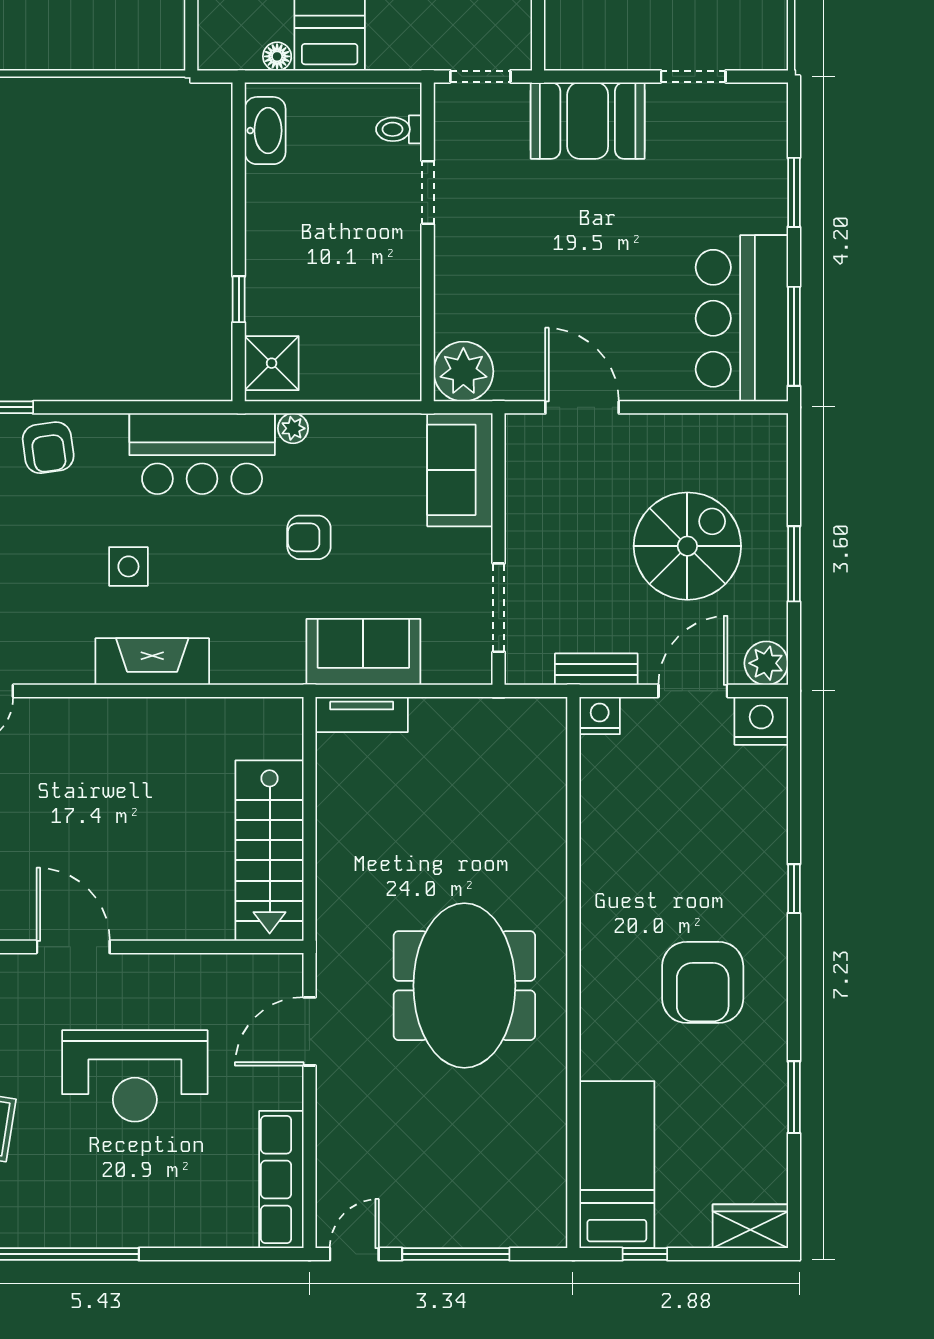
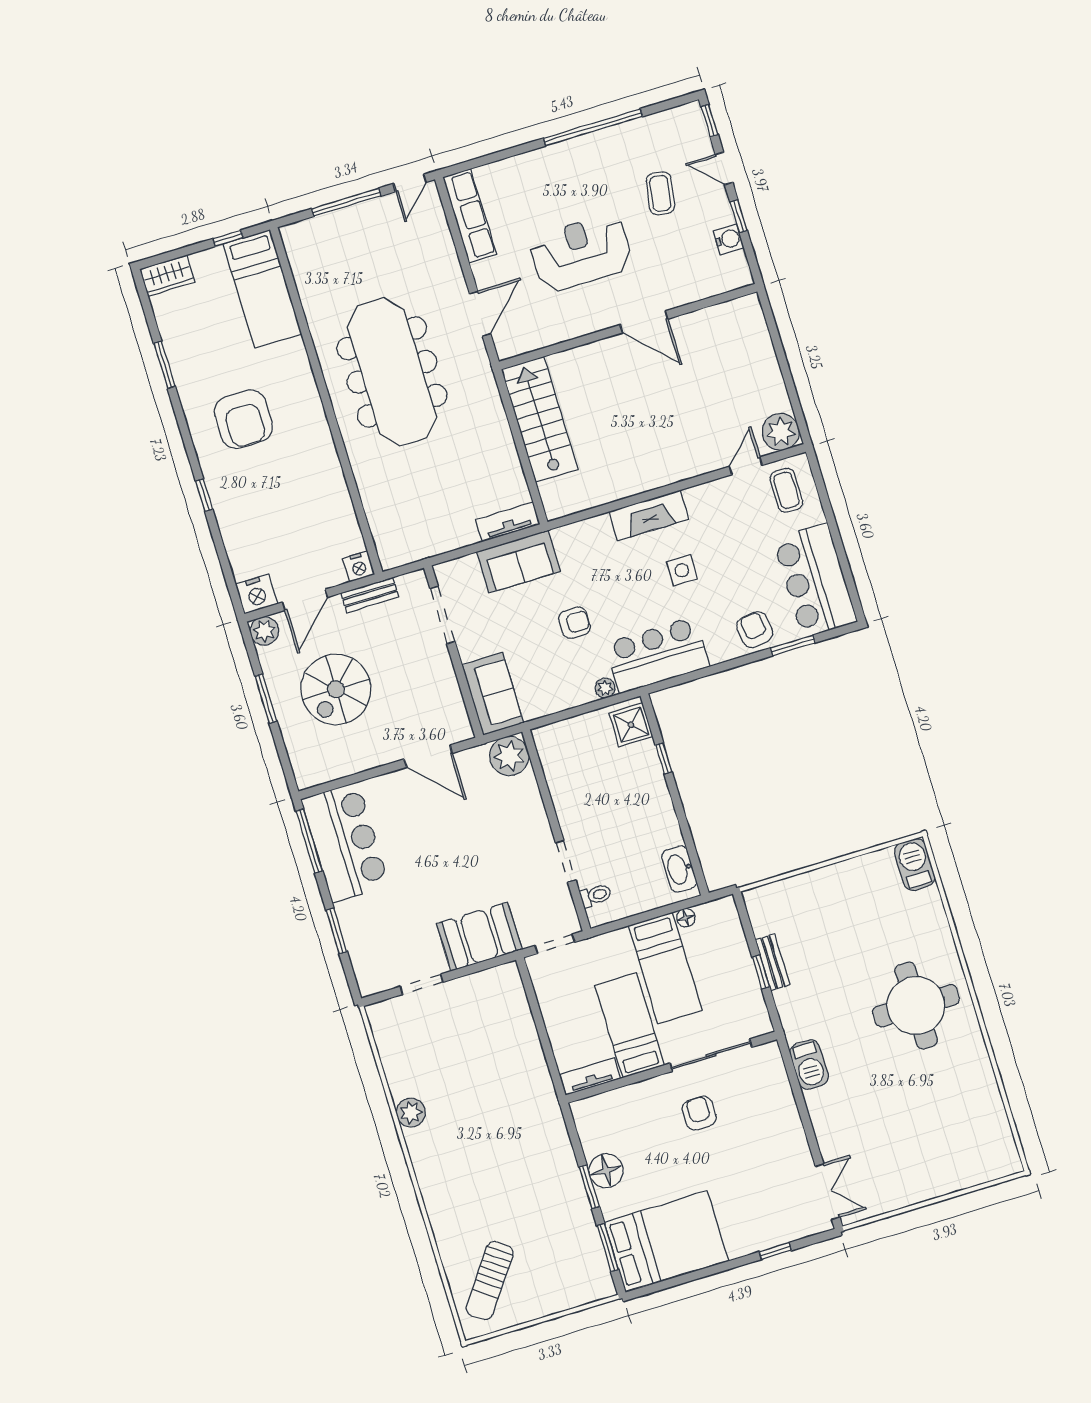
armchair: (703, 982) -> (243, 419), turned 180
meeting table: (464, 986) -> (392, 372), width x1.36

